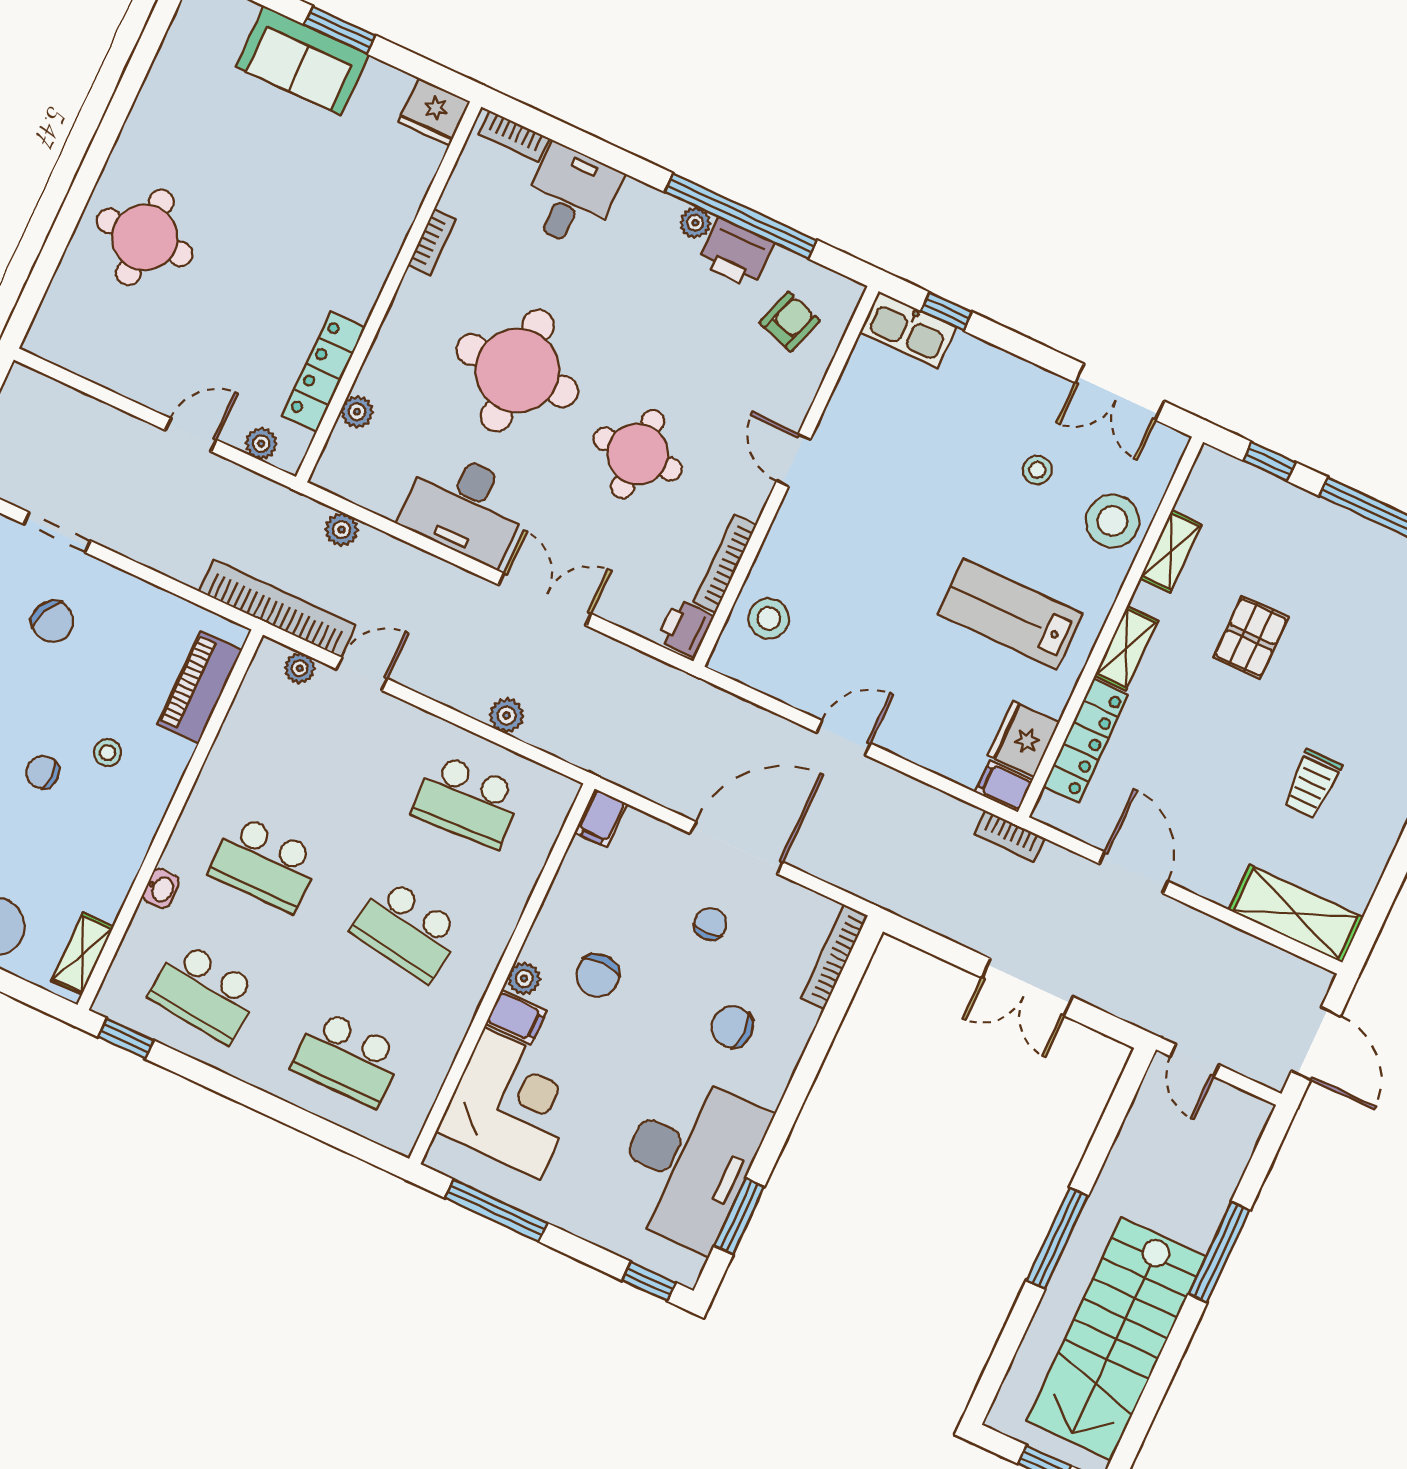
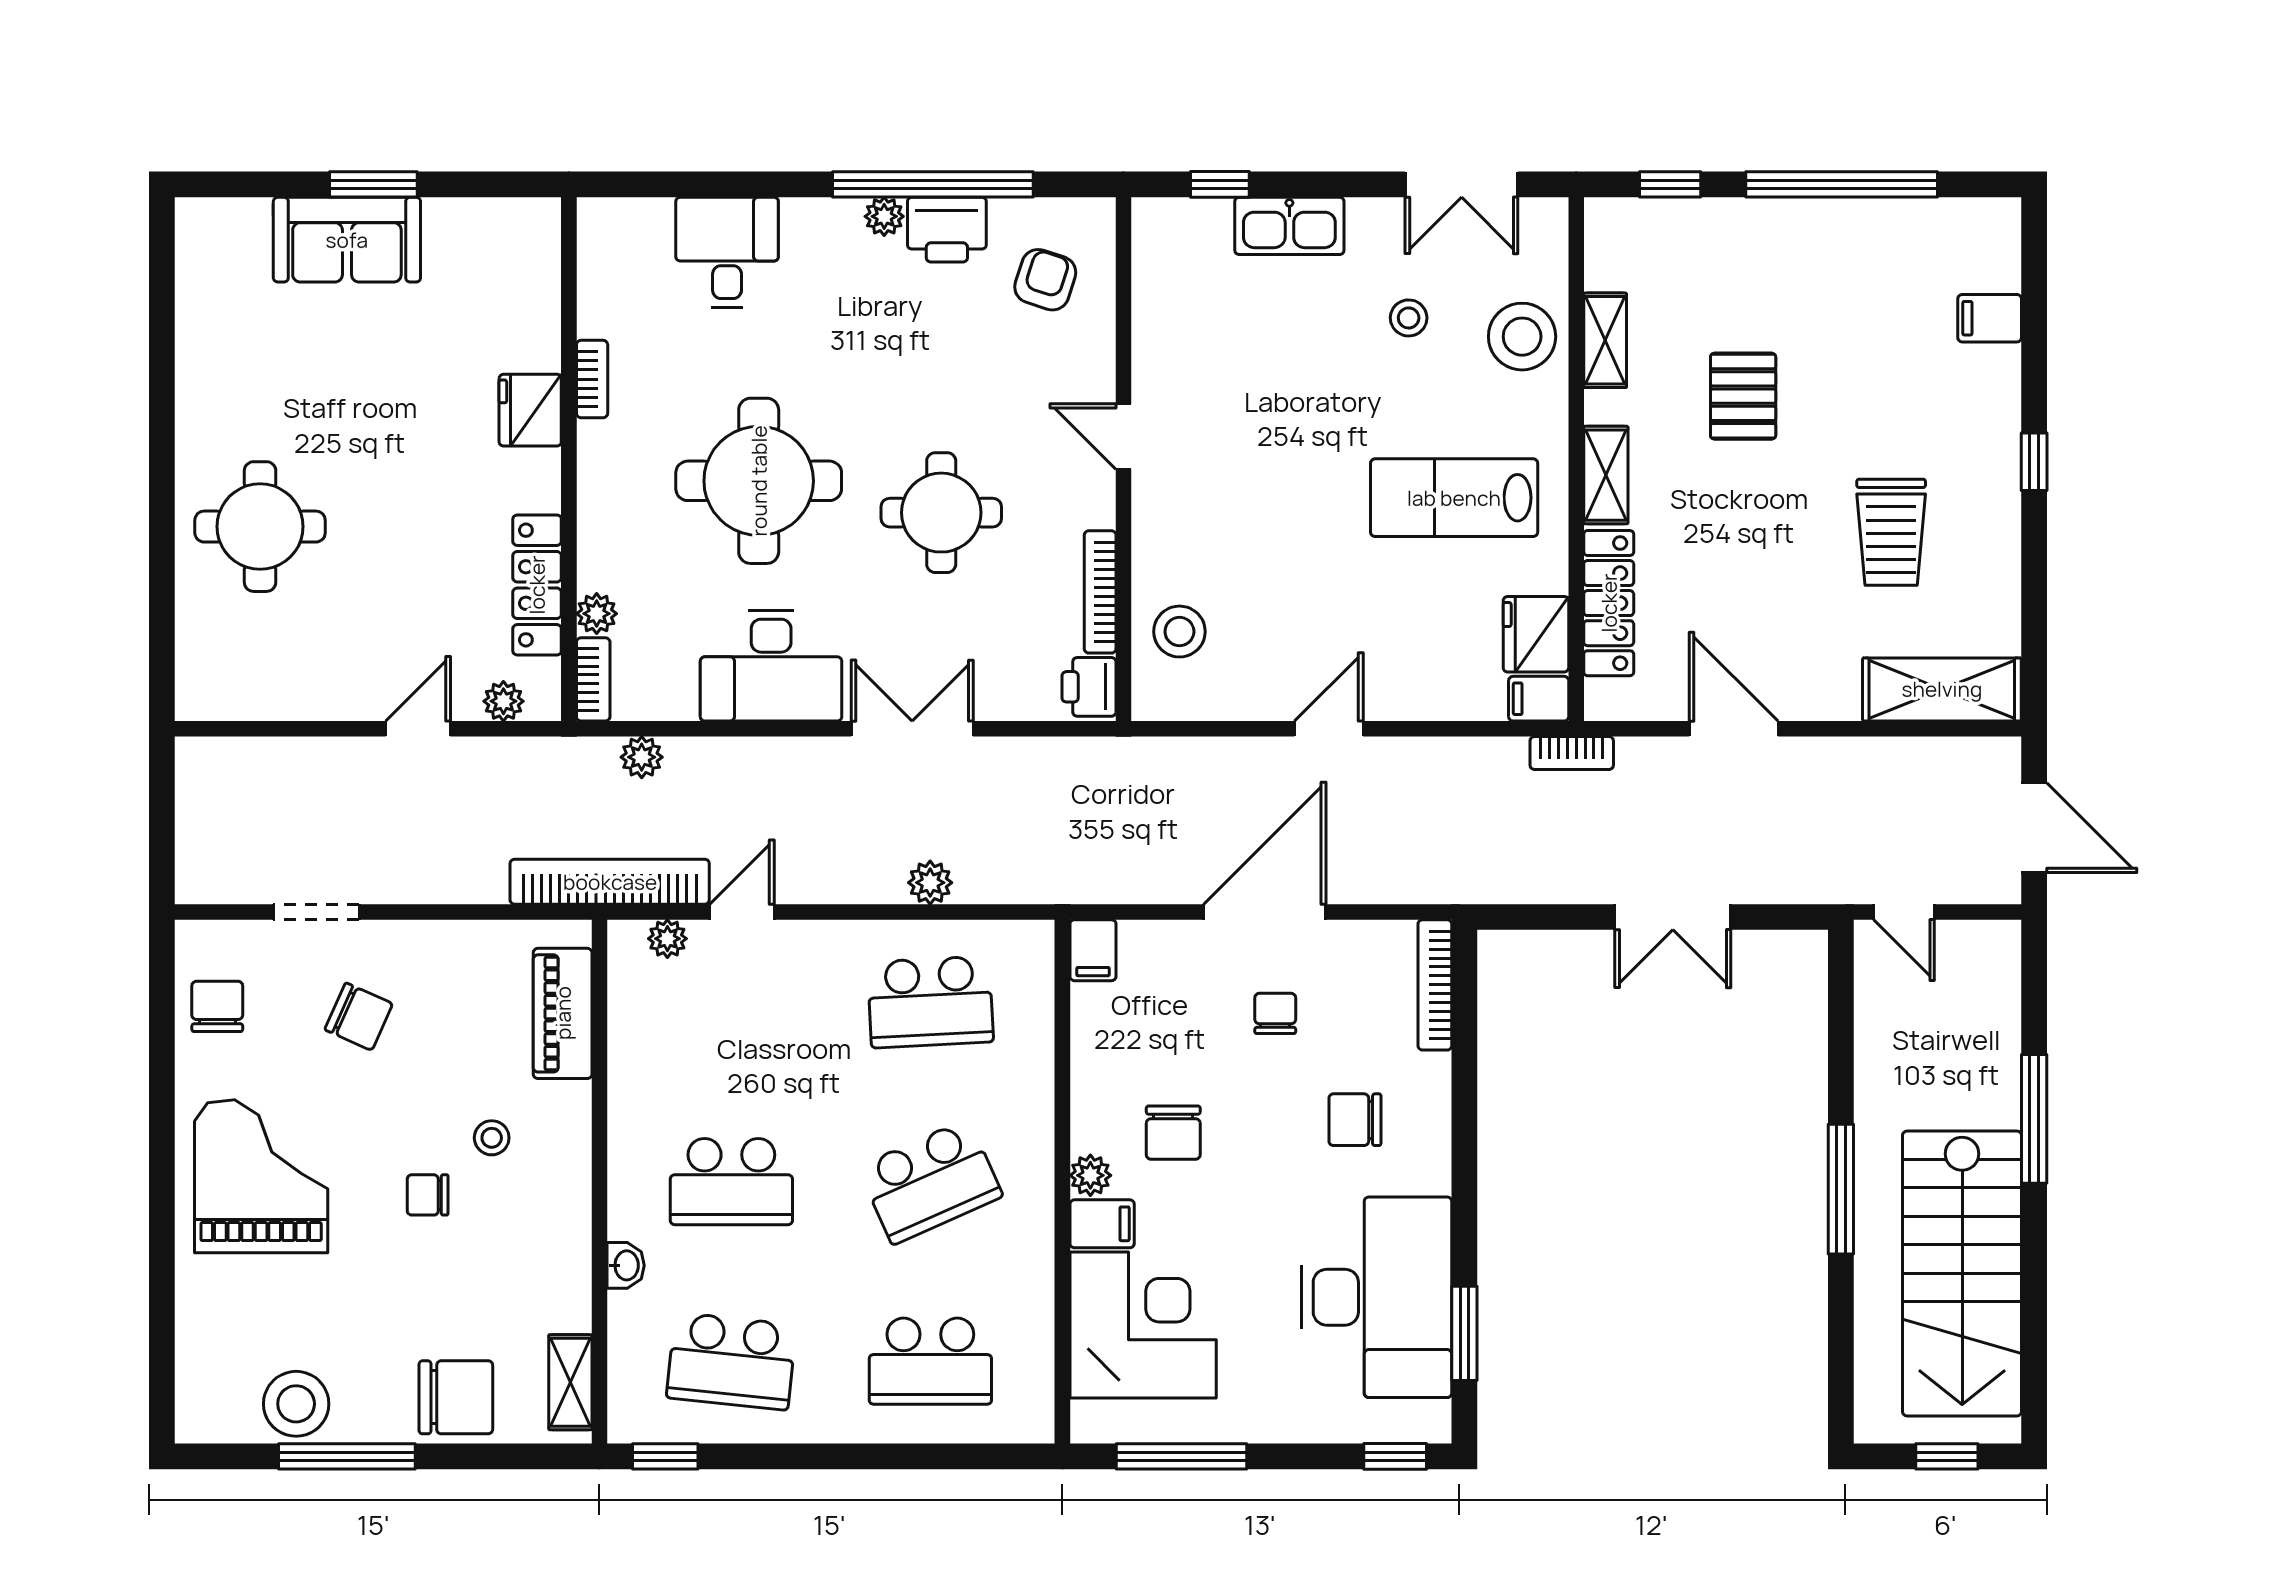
fridge: (434, 112) -> (530, 410), moved, turned 90
bookcase: (514, 136) -> (593, 679), moved, turned -90
kitchen sink: (908, 330) -> (1289, 226), moved
trolley: (1312, 784) -> (1891, 532), width x1.36, depth x1.39
school desk: (407, 930) -> (930, 1182), turned -33

